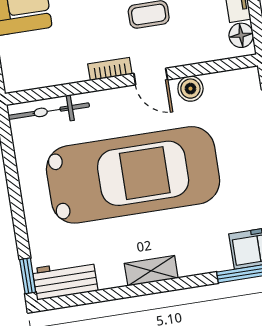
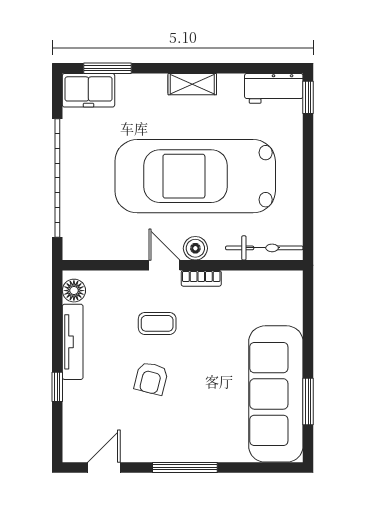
boiler: (190, 89) -> (195, 248), moved

